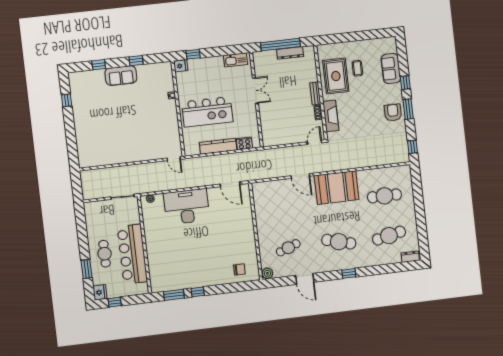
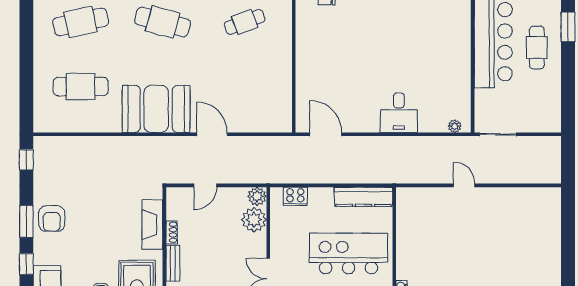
plant: (268, 126) -> (254, 220), added
plant: (268, 141) -> (257, 196), added
door: (315, 142) -> (205, 185), moved
kitchen counter: (218, 146) -> (363, 197), moved
door: (174, 159) -> (464, 185), moved
desk: (187, 207) -> (399, 113), width x0.53, depth x0.77

